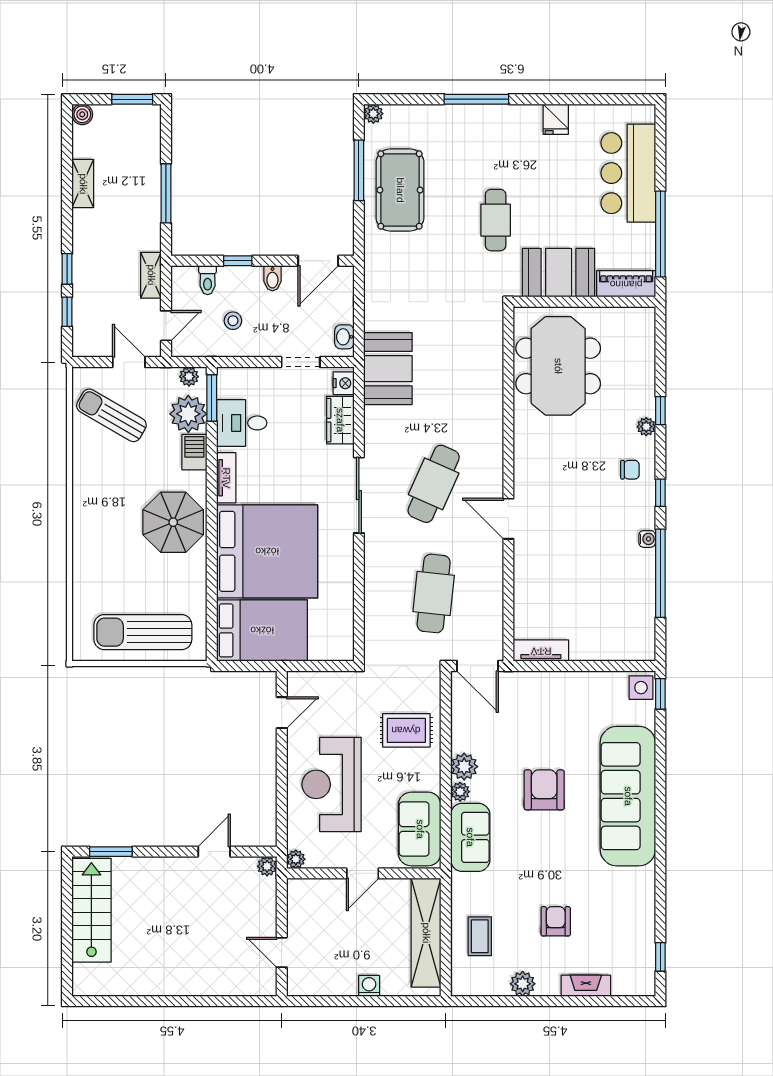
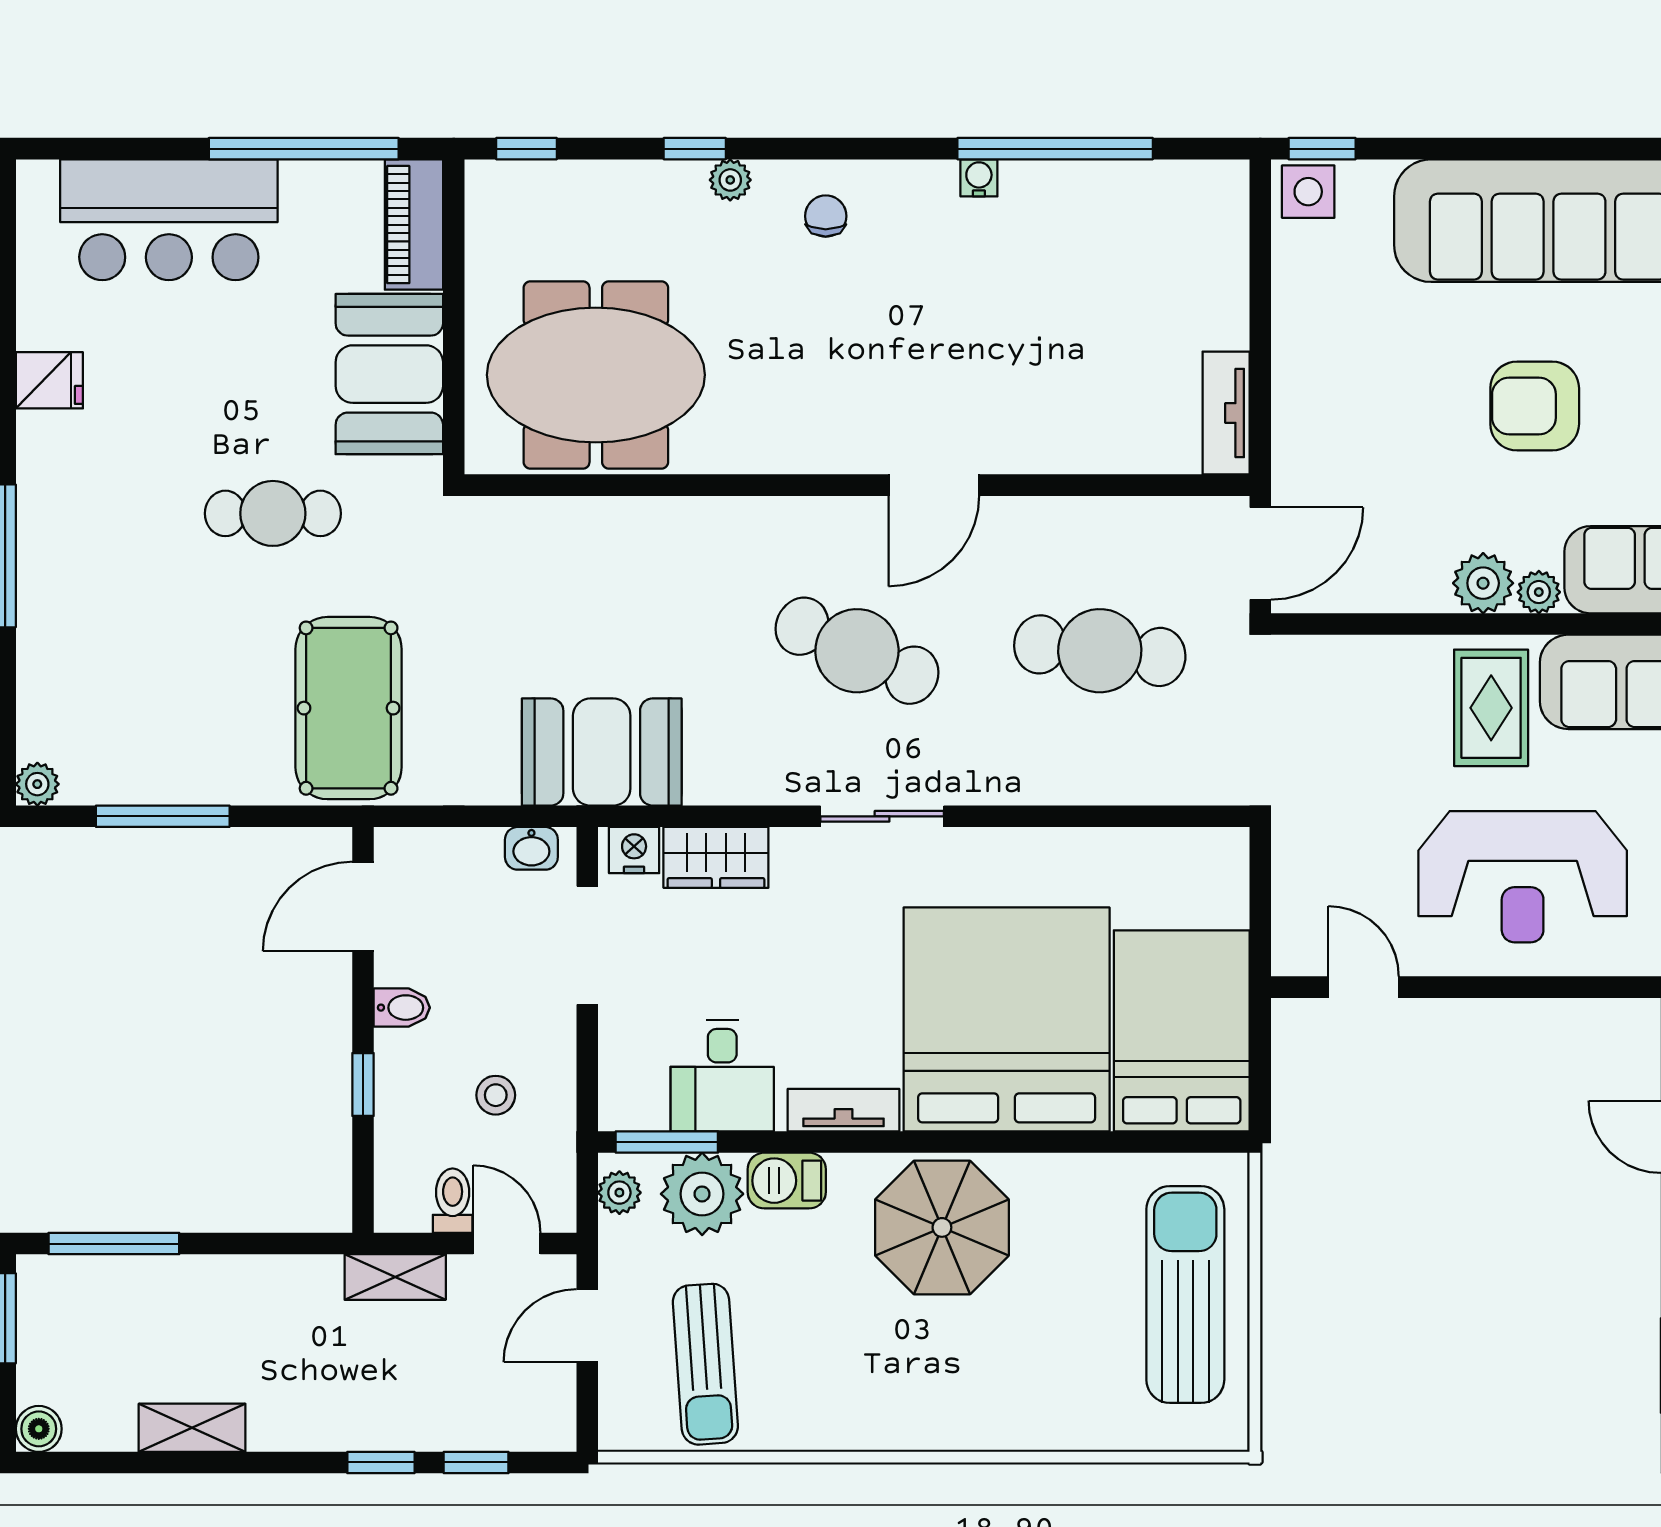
pool table: (400, 190) -> (349, 708), moved, turned 90
window: (166, 193) -> (114, 1244), moved
door: (318, 261) -> (363, 906), swing flipped
toilet: (208, 280) -> (453, 1201), moved, turned -90
doorway: (301, 362) -> (587, 945), width x1.38
sun lounger: (111, 415) -> (705, 1364), turned -34
window: (660, 493) -> (527, 149), moved
sliding door: (359, 495) -> (882, 816), width x0.73
sun lounger: (143, 632) -> (1185, 1295), turned 180
rug: (406, 730) -> (1491, 708), moved

